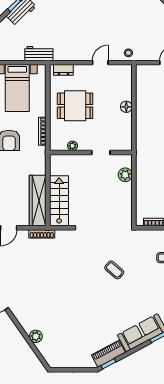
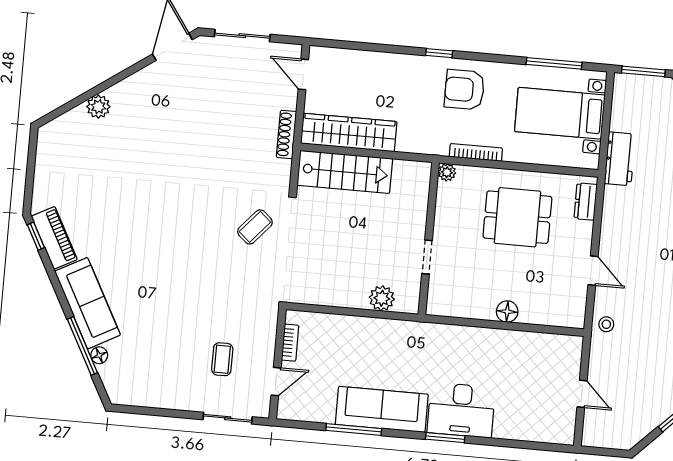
dining table: (75, 106) -> (517, 217), turned 90
plant: (73, 146) -> (447, 172), moved
coffee table: (114, 270) -> (255, 227), moved

